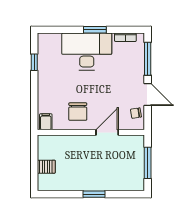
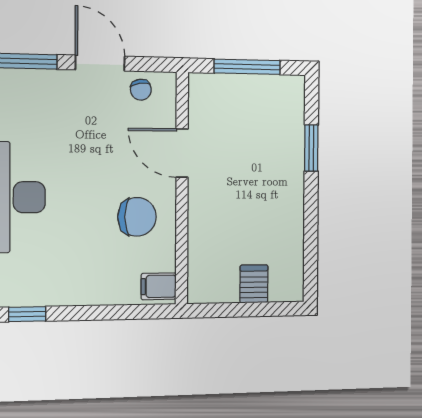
door: (148, 95) -> (100, 63), hinge flipped
window: (94, 194) -> (311, 148), moved

